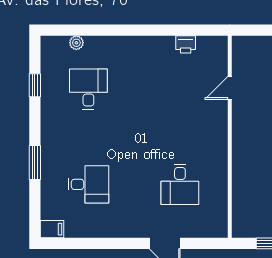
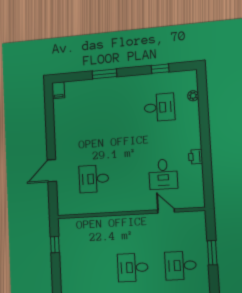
printer: (186, 44) -> (196, 157), moved
desk: (88, 184) -> (163, 174), moved

